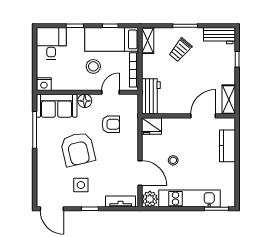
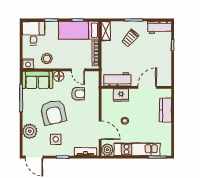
stool: (93, 66) -> (47, 59), moved
door: (110, 92) -> (78, 70), swing flipped
workbench: (151, 96) -> (117, 79), moved, turned -90
shelving: (229, 99) -> (167, 75), removed
fridge: (152, 126) -> (121, 95), moved
plant: (46, 174) -> (30, 131), added

